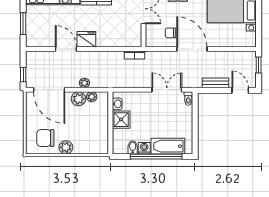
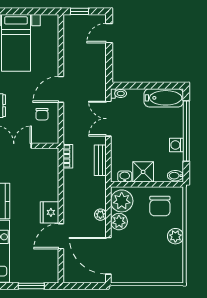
door: (192, 49) -> (61, 89), width x0.73
window: (23, 75) -> (91, 286), removed
bench: (215, 83) -> (100, 160), moved
door: (49, 90) -> (108, 256), swing flipped
plant: (92, 97) -> (122, 201), width x1.88, depth x1.88
chair: (45, 138) -> (160, 206), moved
bathtub: (168, 146) -> (164, 98), moved, turned -90
bidet: (133, 147) -> (175, 176), moved

